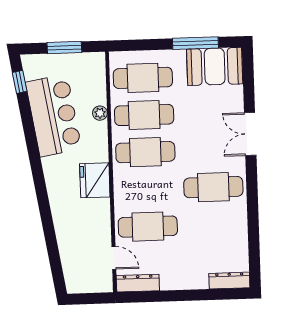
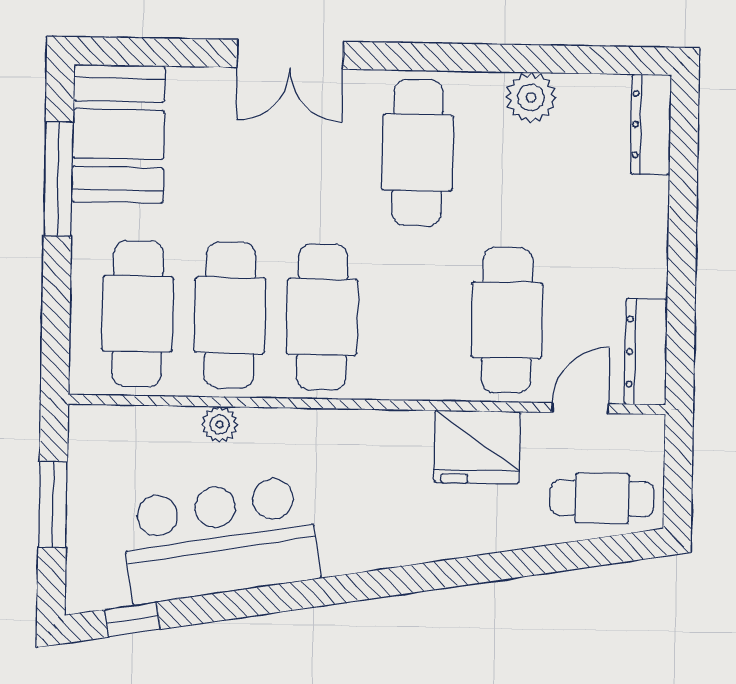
fridge: (95, 180) -> (477, 447), moved
plant: (238, 232) -> (531, 97), added
cafe table: (78, 269) -> (602, 498), added

